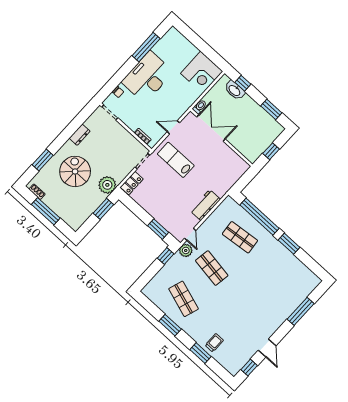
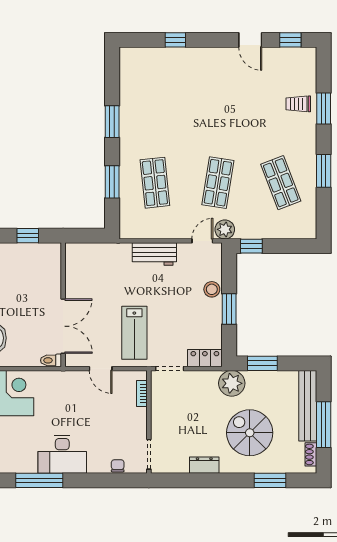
desk: (147, 77) -> (62, 454), width x0.73, depth x0.77
double door: (211, 128) -> (63, 326), swing flipped
spiral stairs: (75, 171) -> (250, 433), turned 90
bench: (62, 212) -> (308, 406), added
stool: (162, 217) -> (212, 289), added
window: (260, 217) -> (112, 182), width x0.47
window: (158, 229) -> (229, 309), moved
shop shelf: (184, 299) -> (281, 183), turned -39
window: (301, 311) -> (175, 40), width x0.46
door: (267, 348) -> (250, 40), swing flipped

